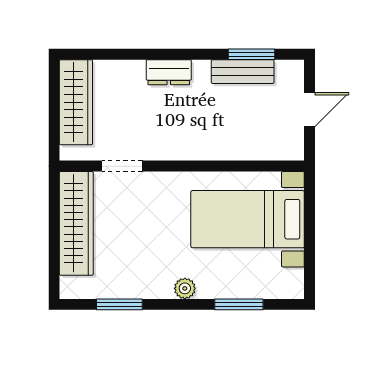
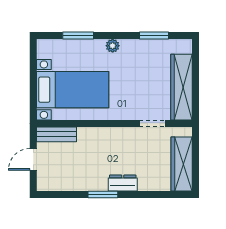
window: (252, 54) -> (103, 194), moved
bench: (243, 72) -> (57, 134), moved

